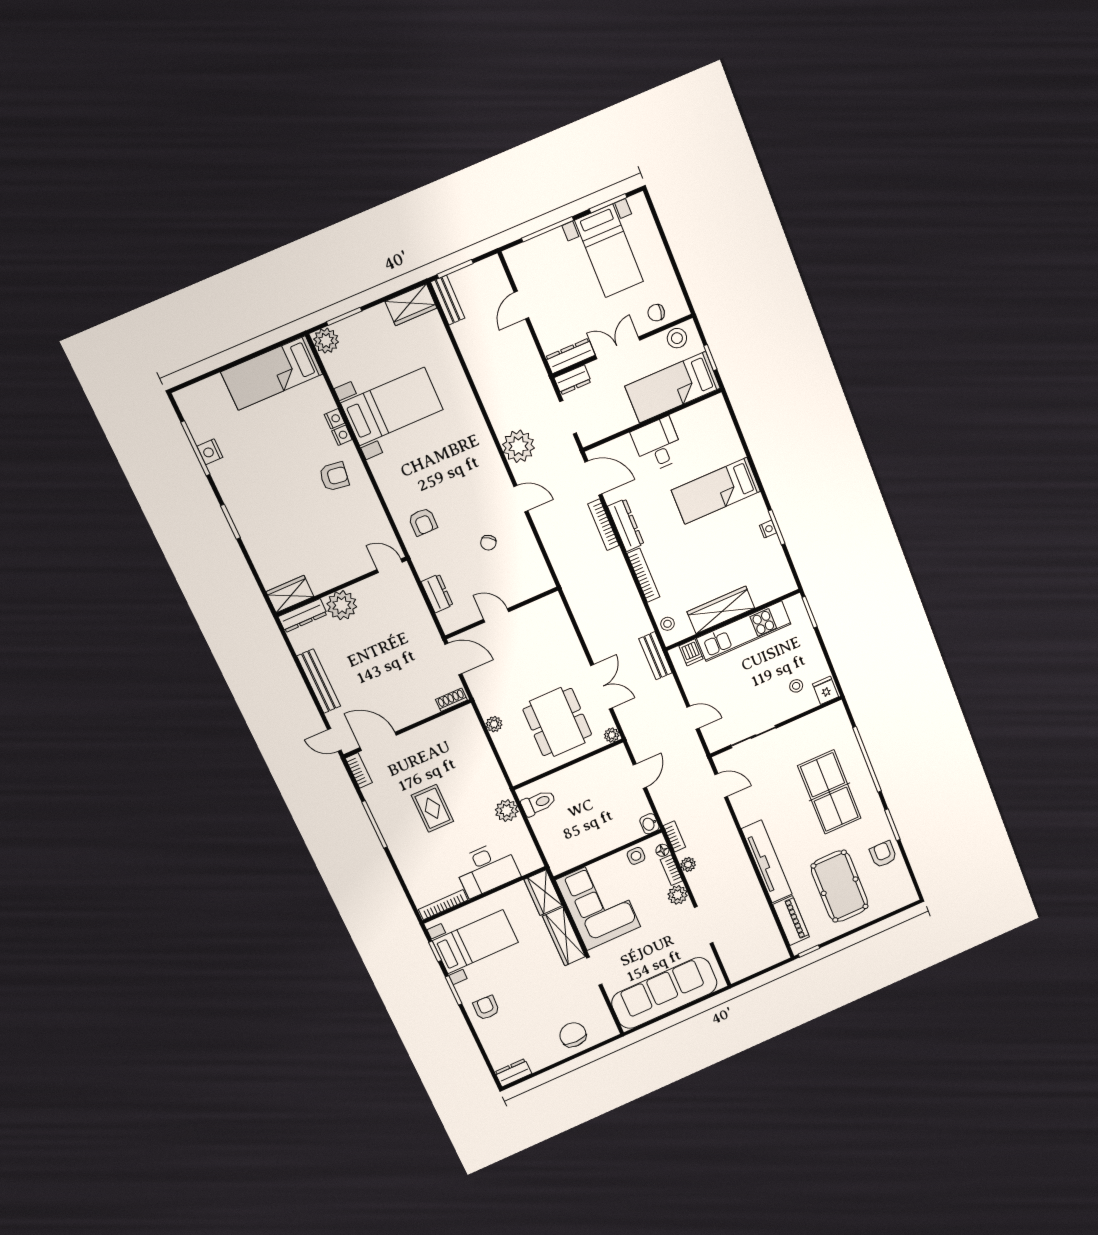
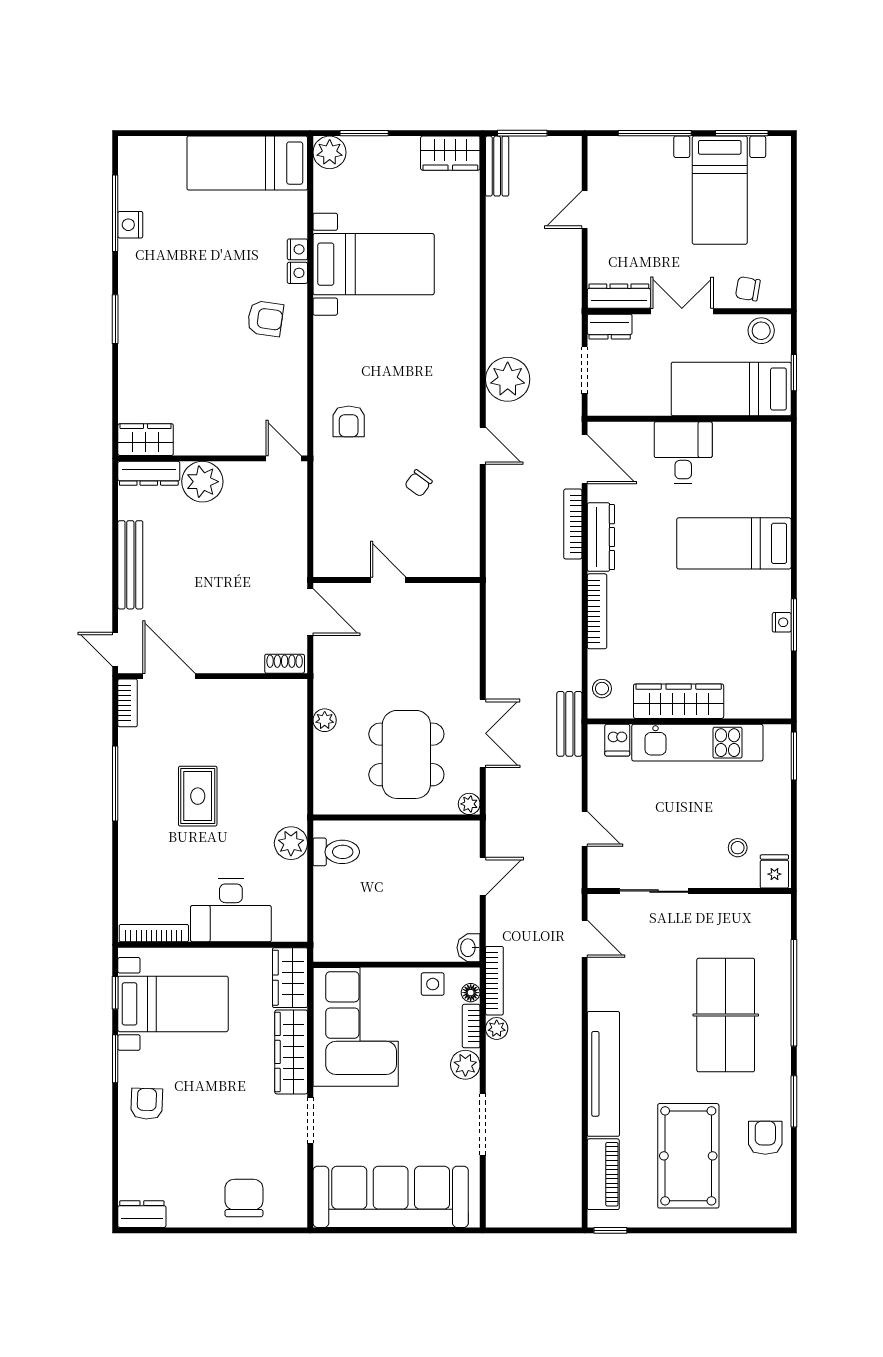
dresser: (437, 593) -> (327, 519), removed
bookcase: (674, 836) -> (494, 981), width x1.56

